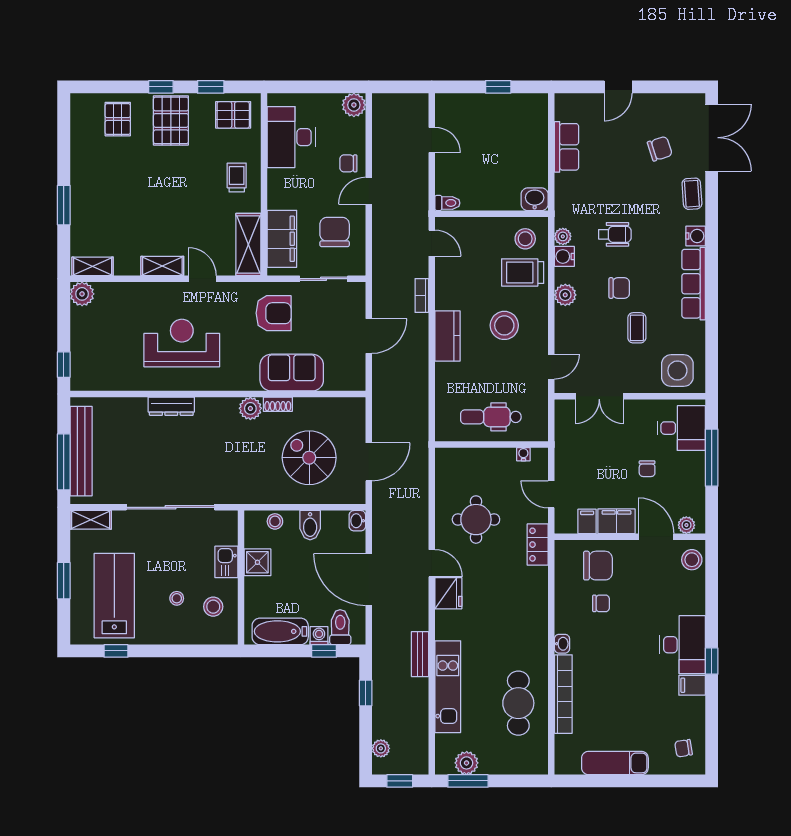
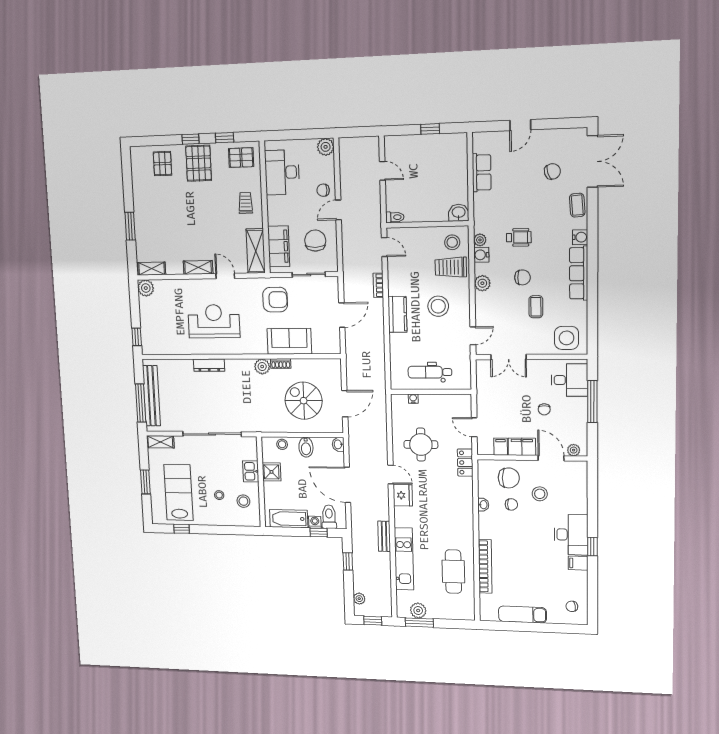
water cooler: (523, 454) -> (413, 399), moved
stool: (692, 560) -> (540, 494), moved
washbasin: (562, 644) -> (483, 505), moved

